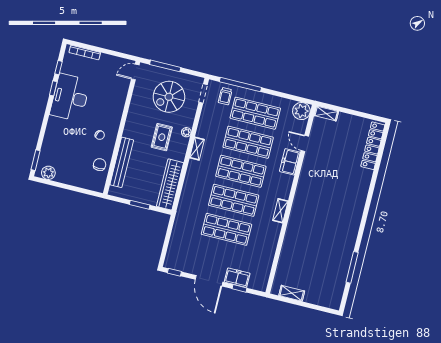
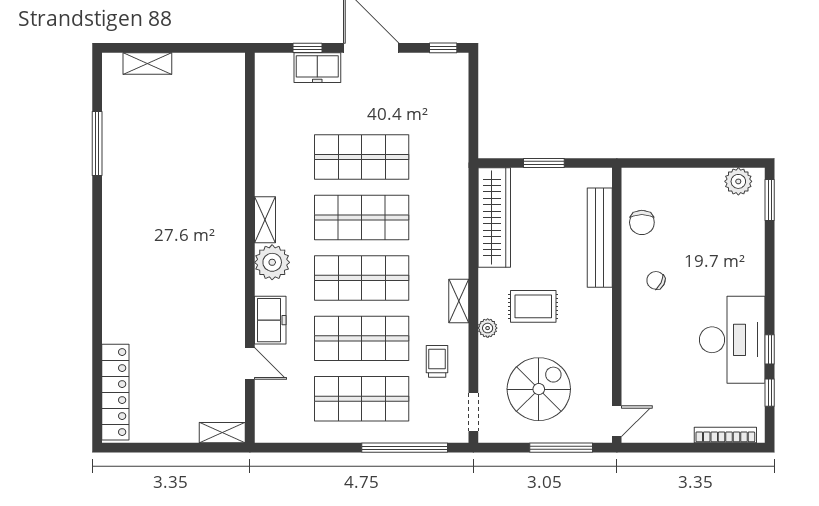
trolley: (225, 96) -> (437, 361), moved
plant: (301, 111) -> (272, 262), moved
rug: (162, 137) -> (533, 306), turned 90
shelving: (292, 293) -> (147, 63), moved

